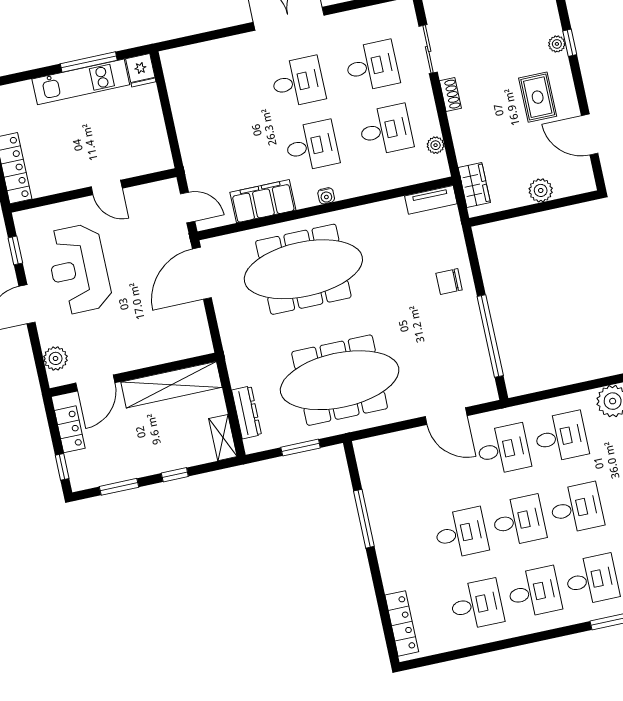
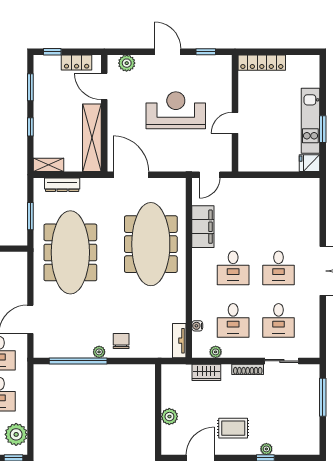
window: (89, 62) -> (323, 129), width x0.69
shoe rack: (450, 95) -> (248, 369), width x1.43
wardrobe: (474, 185) -> (206, 372), moved
water cooler: (326, 196) -> (197, 326), moved
reception desk: (79, 269) -> (176, 110), moved
door: (202, 273) -> (131, 175), moved
plant: (471, 309) -> (99, 352), added

